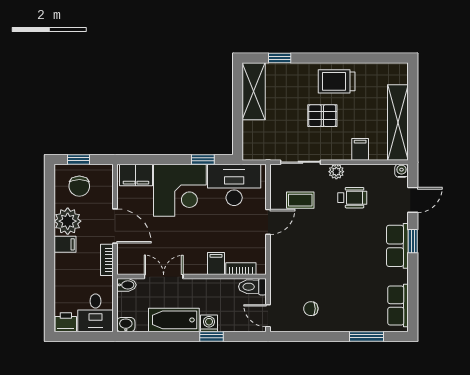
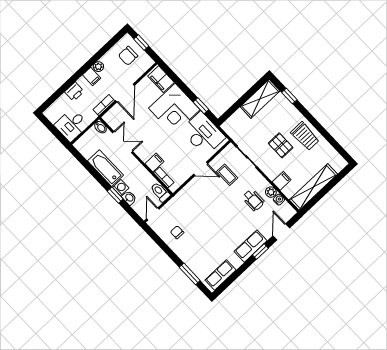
trolley: (337, 81) -> (305, 136), turned 180
water cooler: (402, 171) -> (279, 200), moved
plant: (336, 172) -> (271, 192), moved
door: (413, 200) -> (281, 232), swing flipped
plant: (68, 221) -> (98, 67), width x0.53, depth x0.53
printer: (66, 322) -> (74, 92), moved, turned 90
washbasin: (126, 325) -> (129, 198), moved

